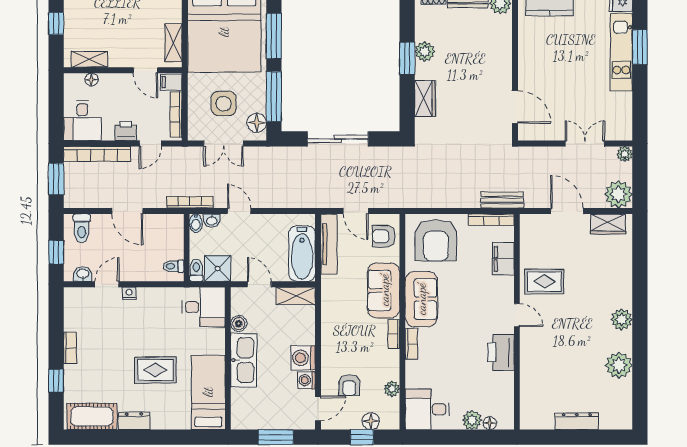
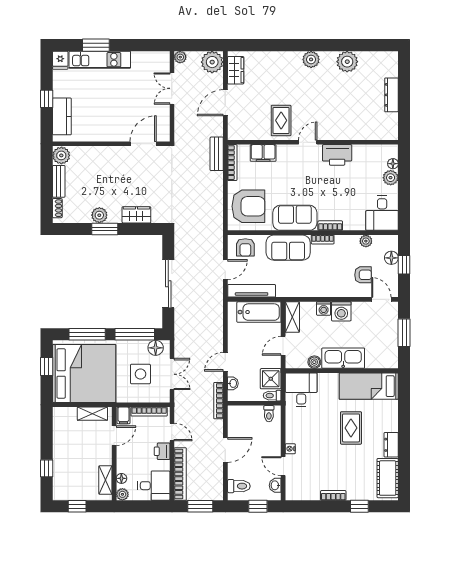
plant: (71, 81) -> (122, 494), added
bidet: (196, 223) -> (235, 396), removed
washing machine: (306, 380) -> (324, 309), moved

